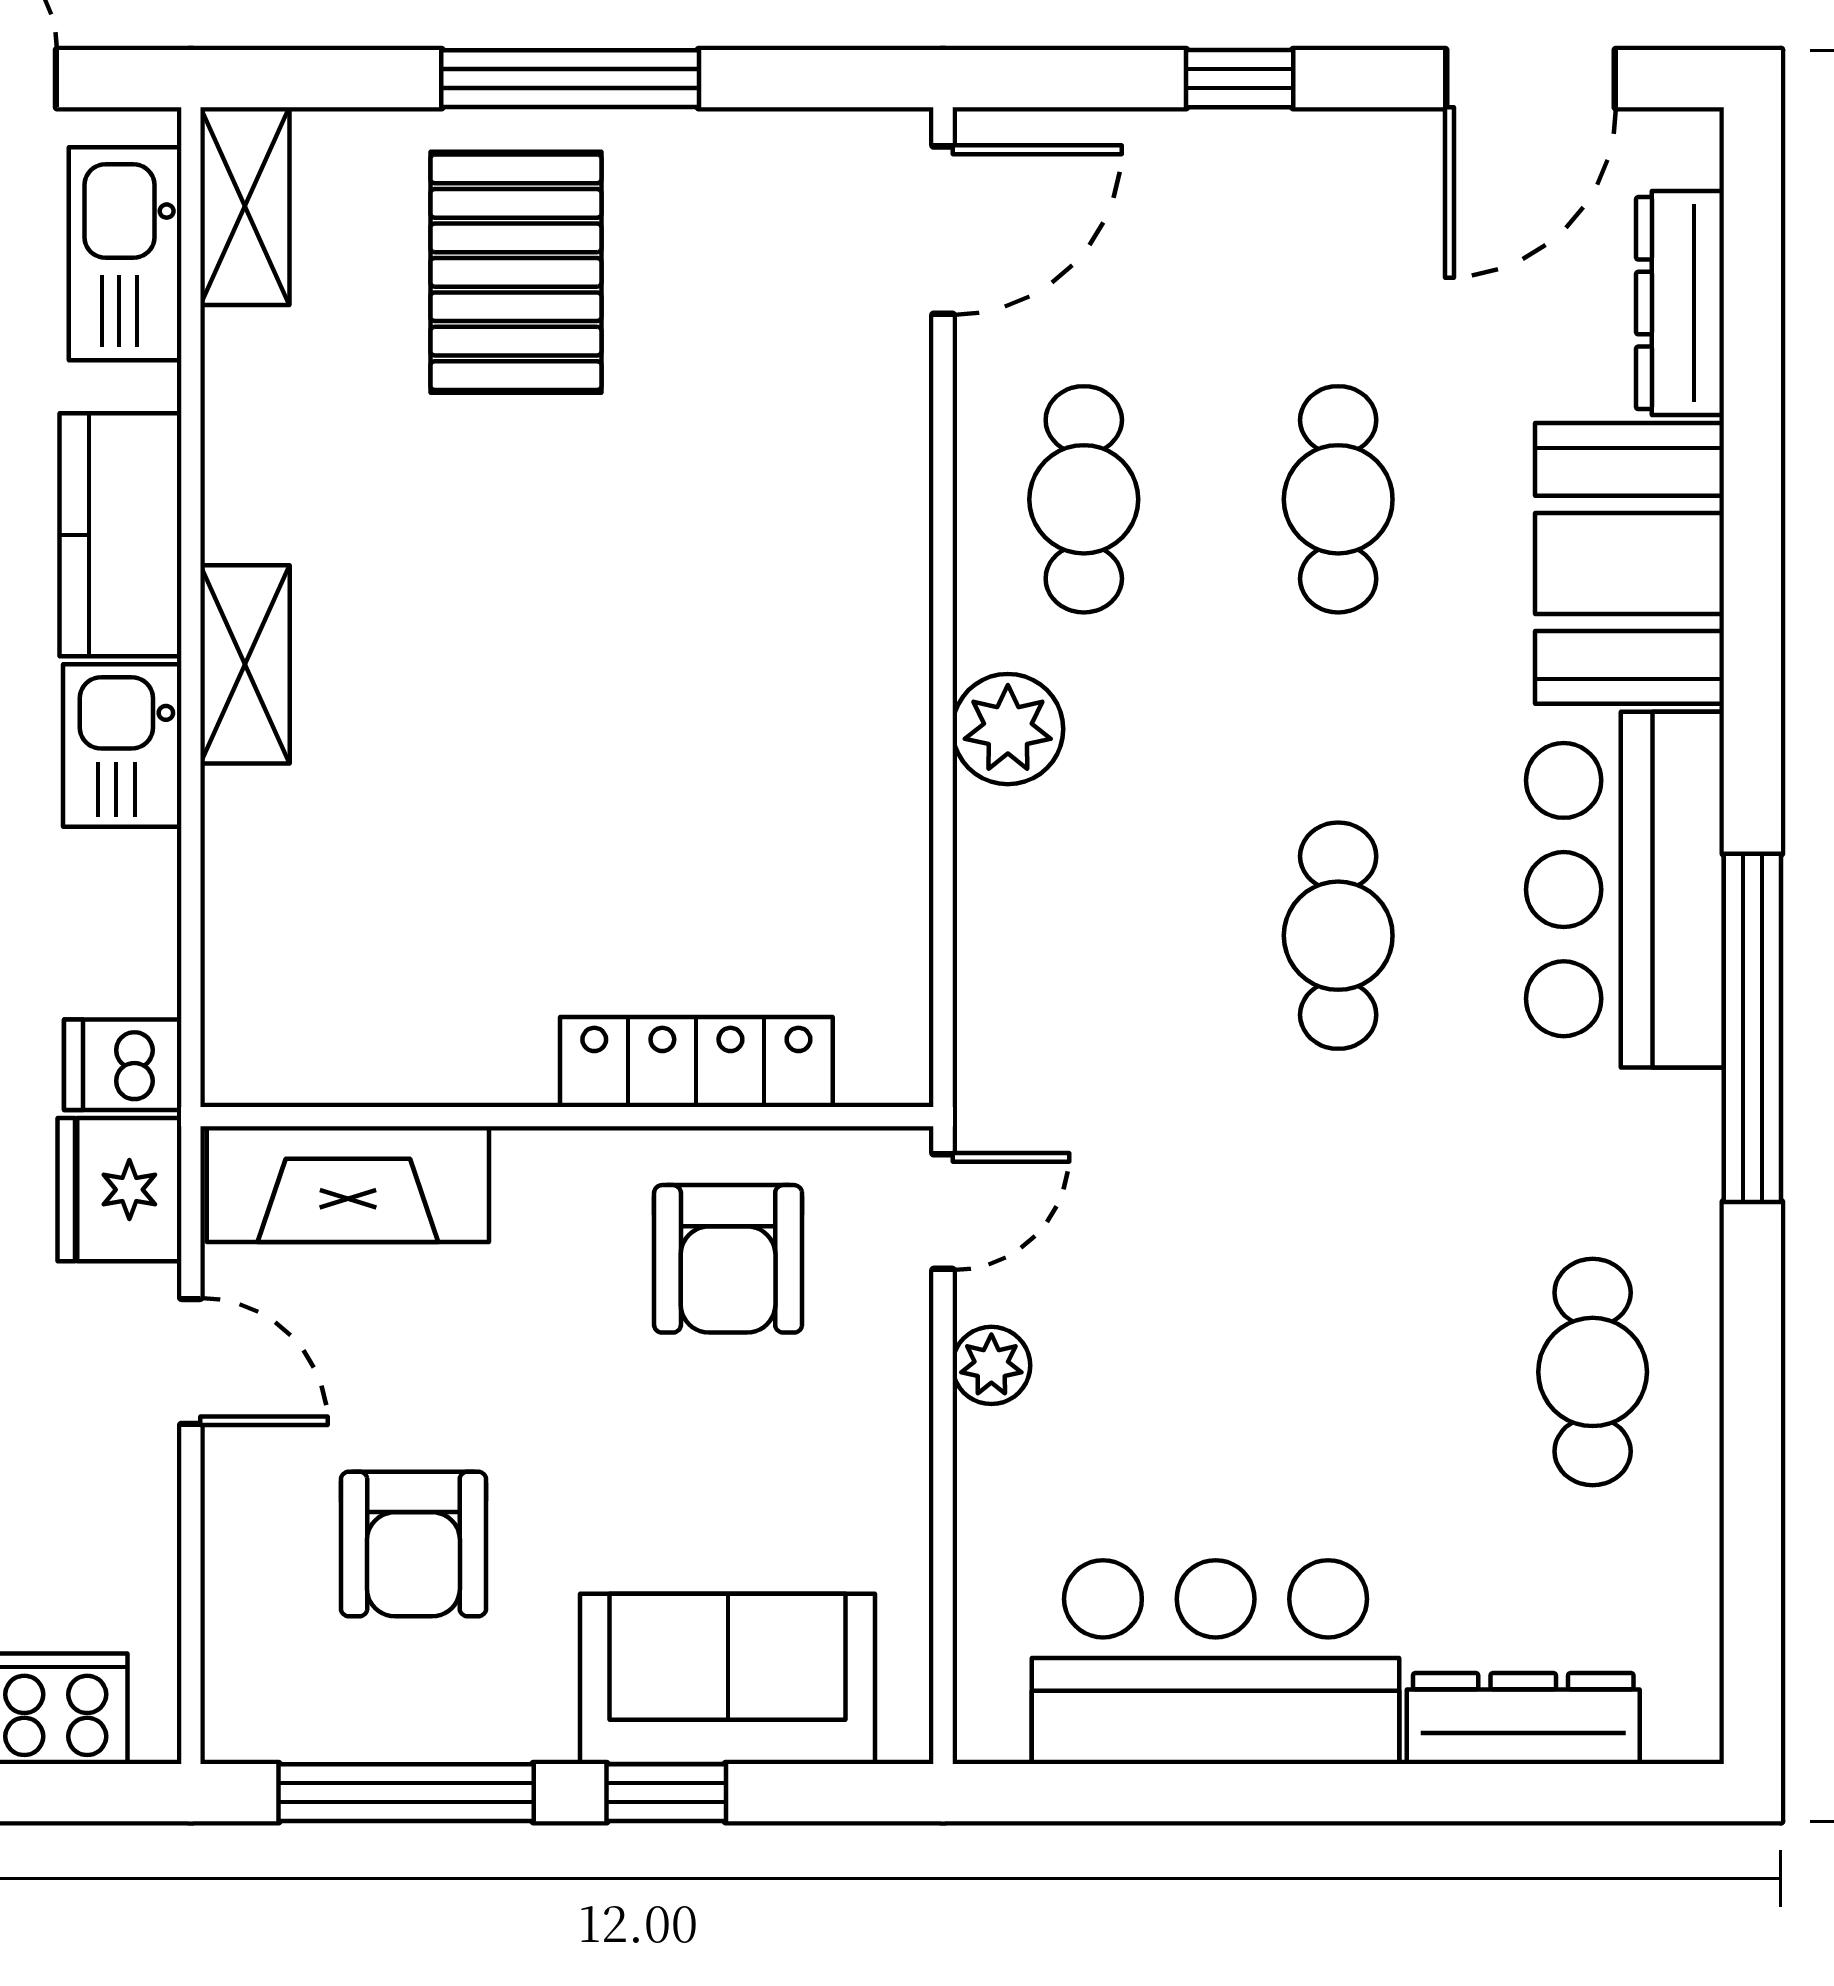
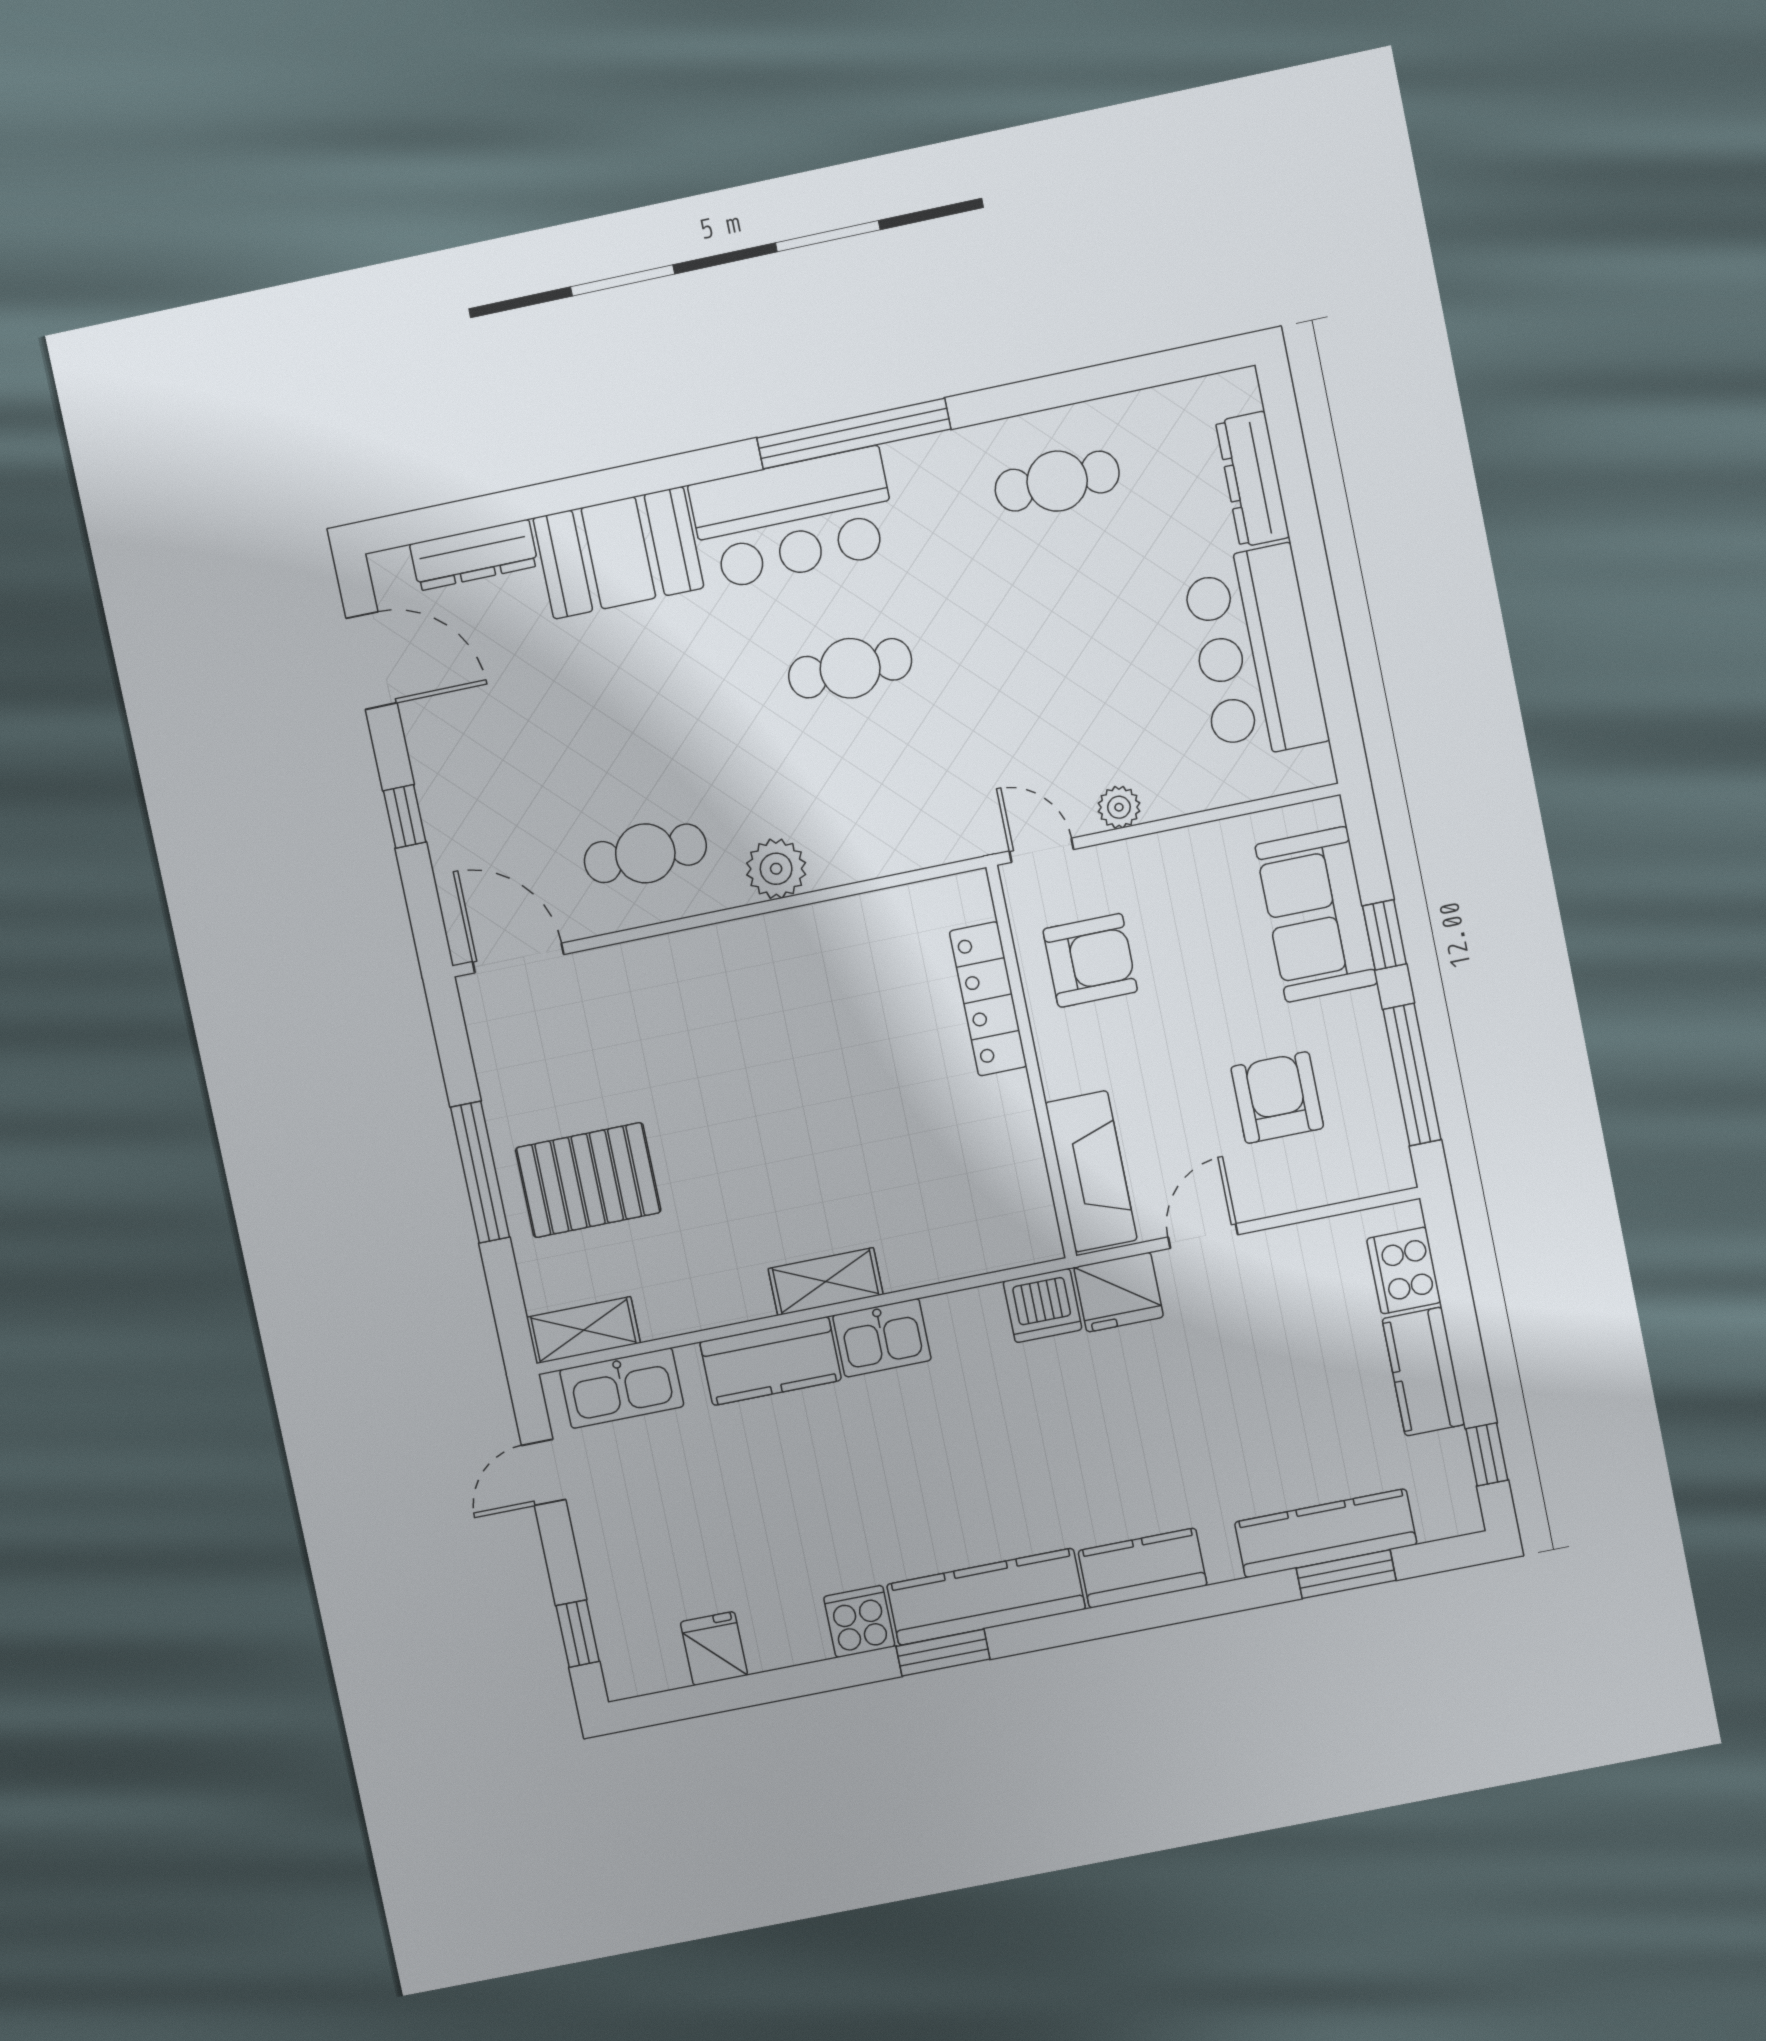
cafe table: (1338, 499) -> (617, 717), removed
dishwasher: (123, 1065) -> (1043, 1306), width x1.38
armchair: (413, 1544) -> (1277, 1098), turned -90

